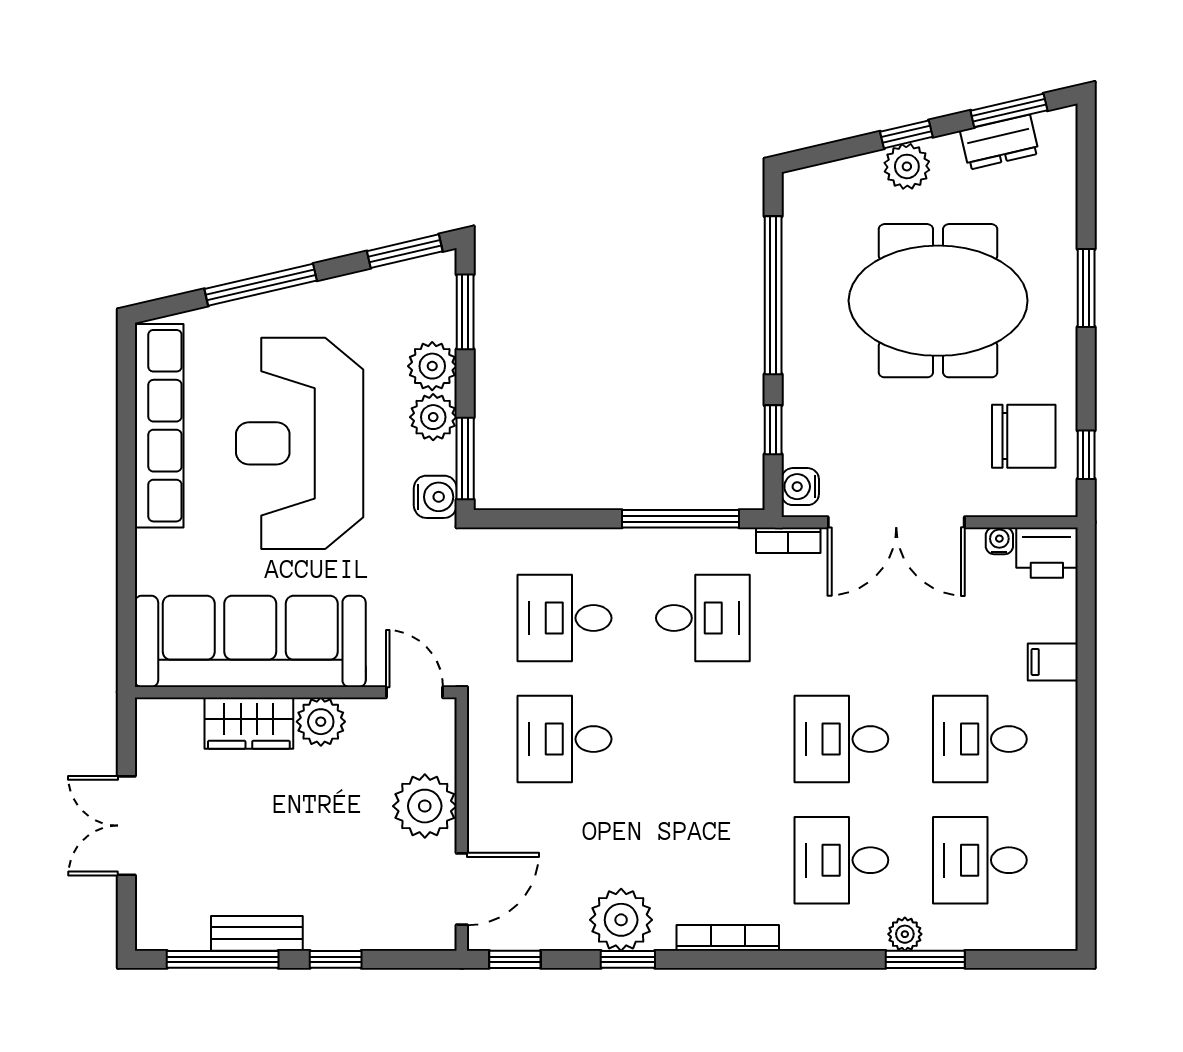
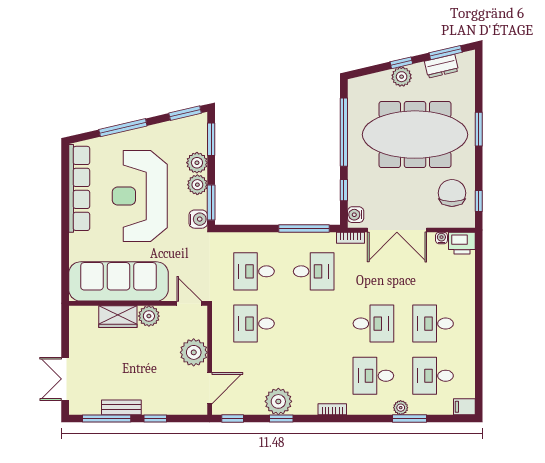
meeting table: (938, 301) -> (415, 135), width x1.36
chair: (1024, 436) -> (452, 193), turned -90
filing cabinet: (1053, 662) -> (464, 407), moved
desk: (841, 739) -> (373, 324), turned 180
double door: (126, 826) -> (65, 379), moved
bookcase: (728, 938) -> (332, 409), width x0.64

